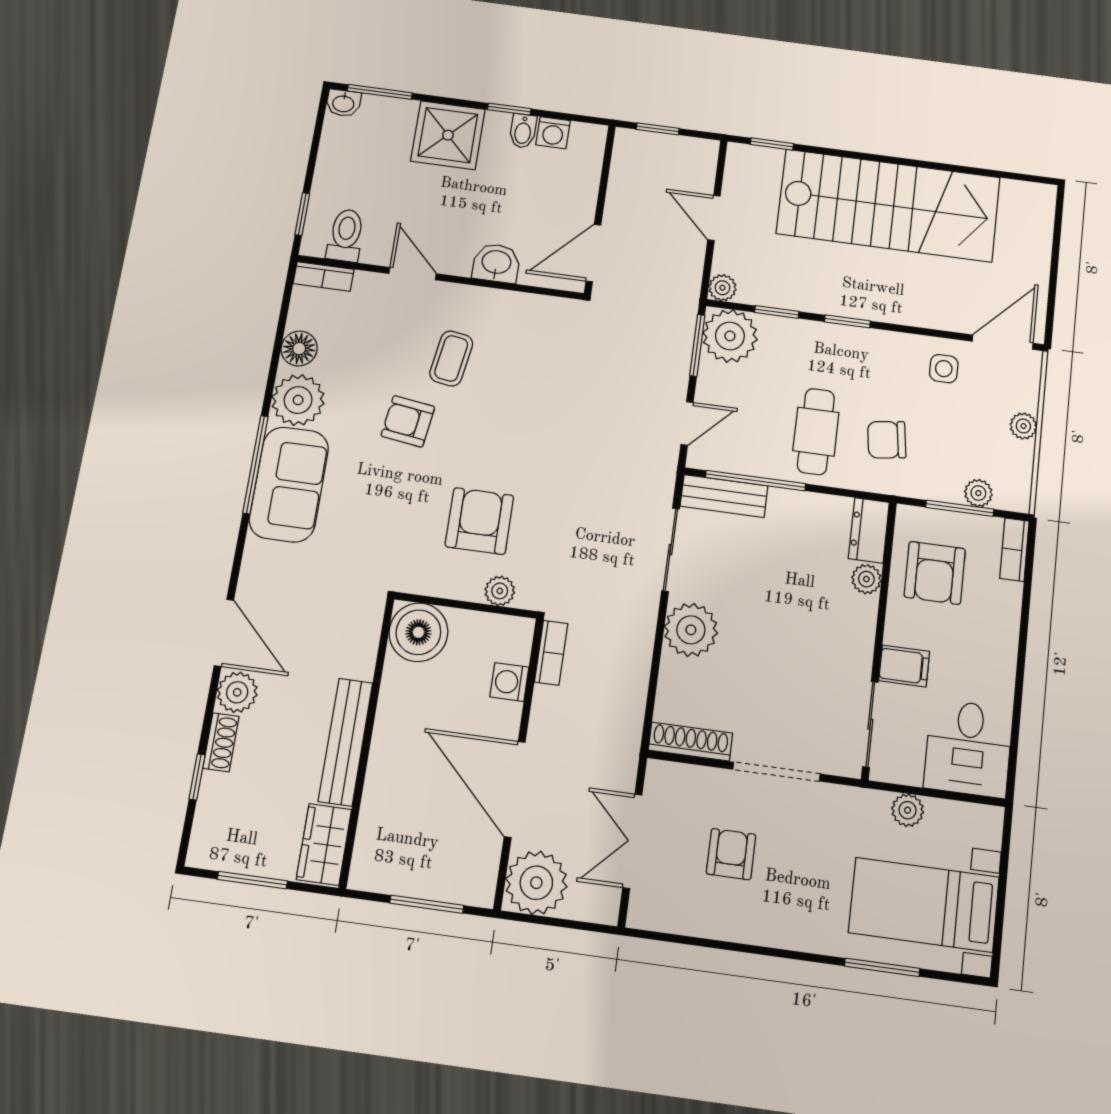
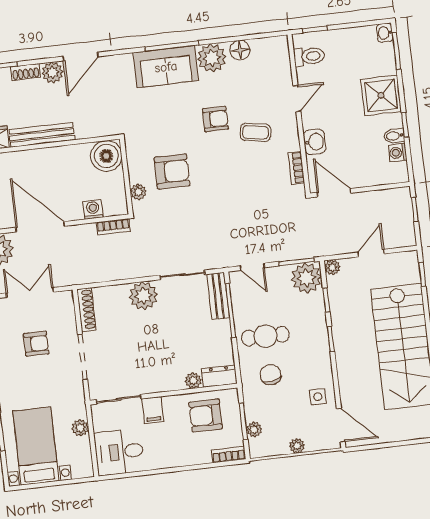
bookcase: (324, 276) -> (297, 168), moved
armchair: (408, 421) -> (215, 119), turned 82
door: (515, 789) -> (40, 227), hinge flipped

